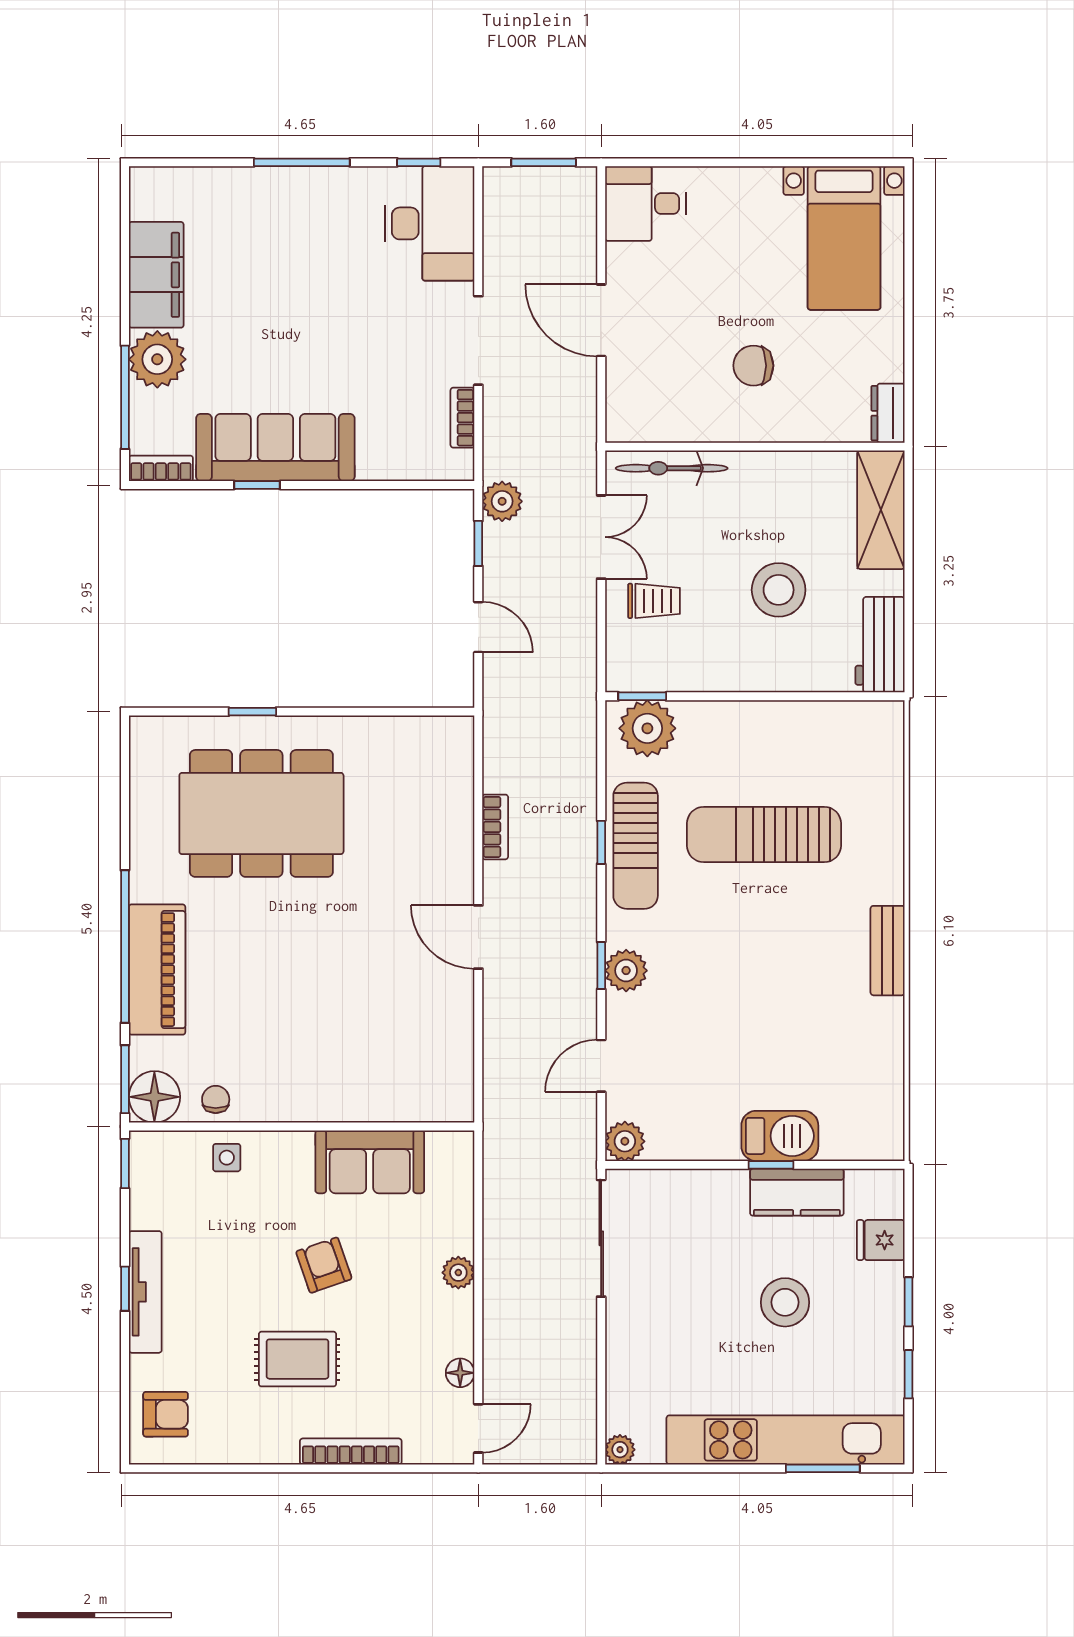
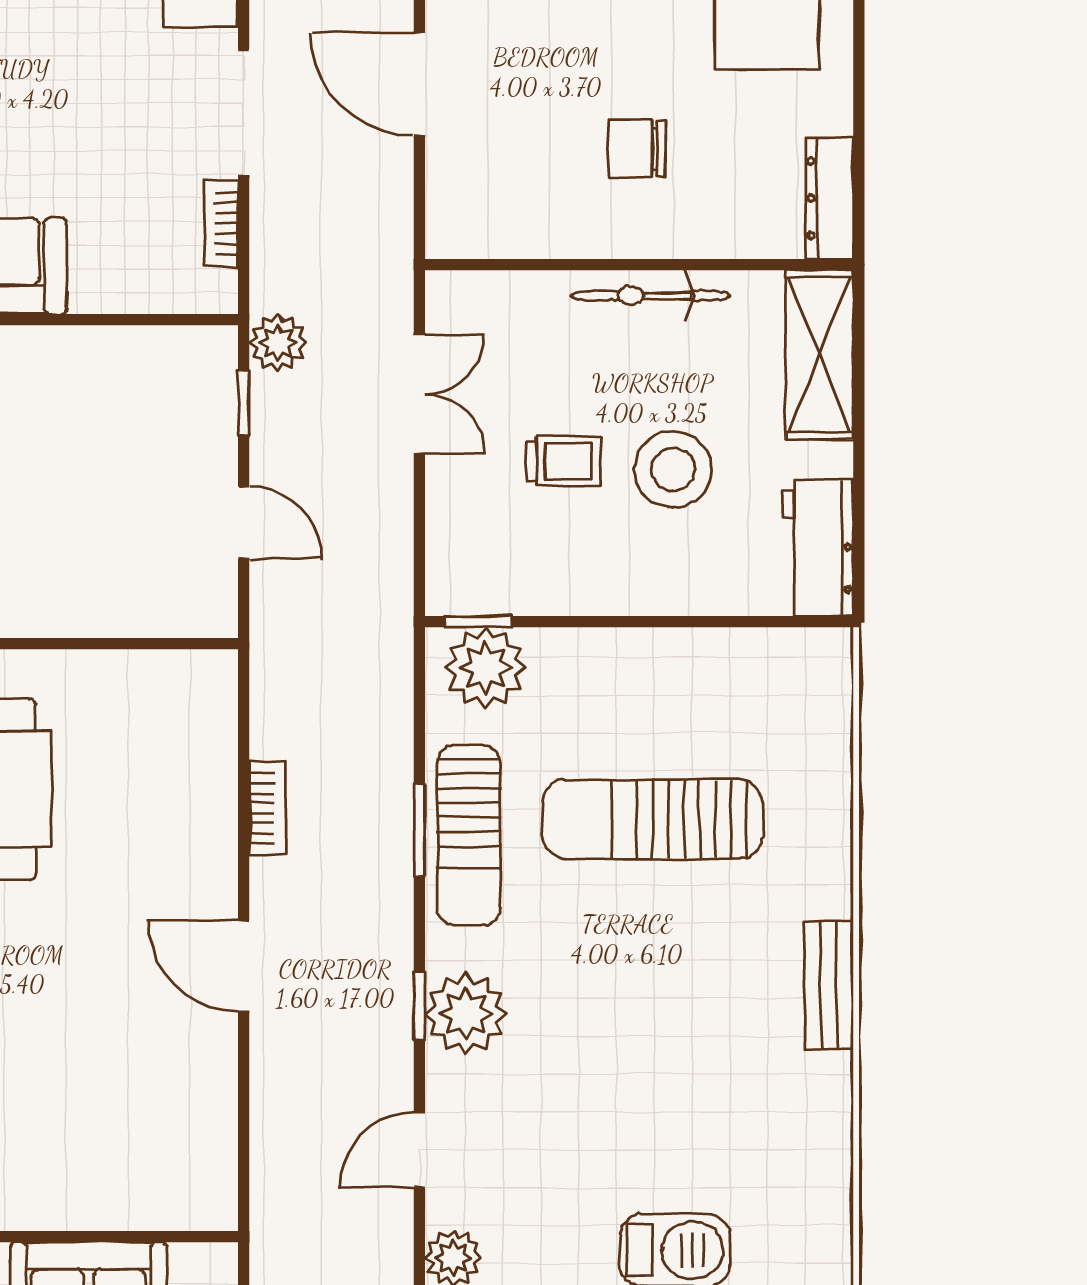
dresser: (888, 413) -> (830, 198), width x1.44
bicycle: (672, 468) -> (650, 296), moved
trolley: (654, 601) -> (563, 461), moved
window: (601, 842) -> (419, 830), width x1.50
plant: (626, 971) -> (466, 1014), width x1.36, depth x1.36

